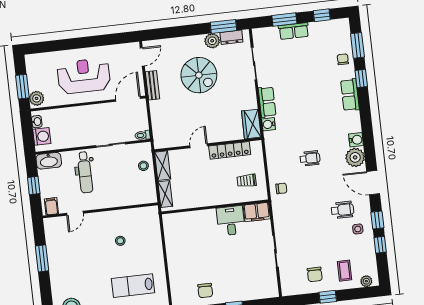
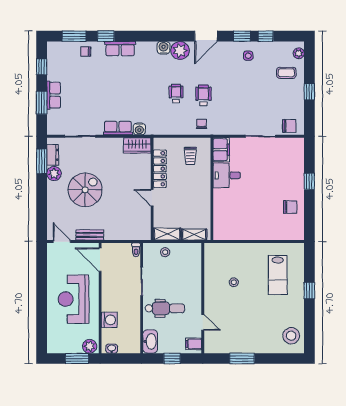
washing machine: (42, 136) -> (109, 320), moved, turned 90
wheelchair: (343, 210) -> (203, 95), moved
chair: (315, 274) -> (289, 126), moved

